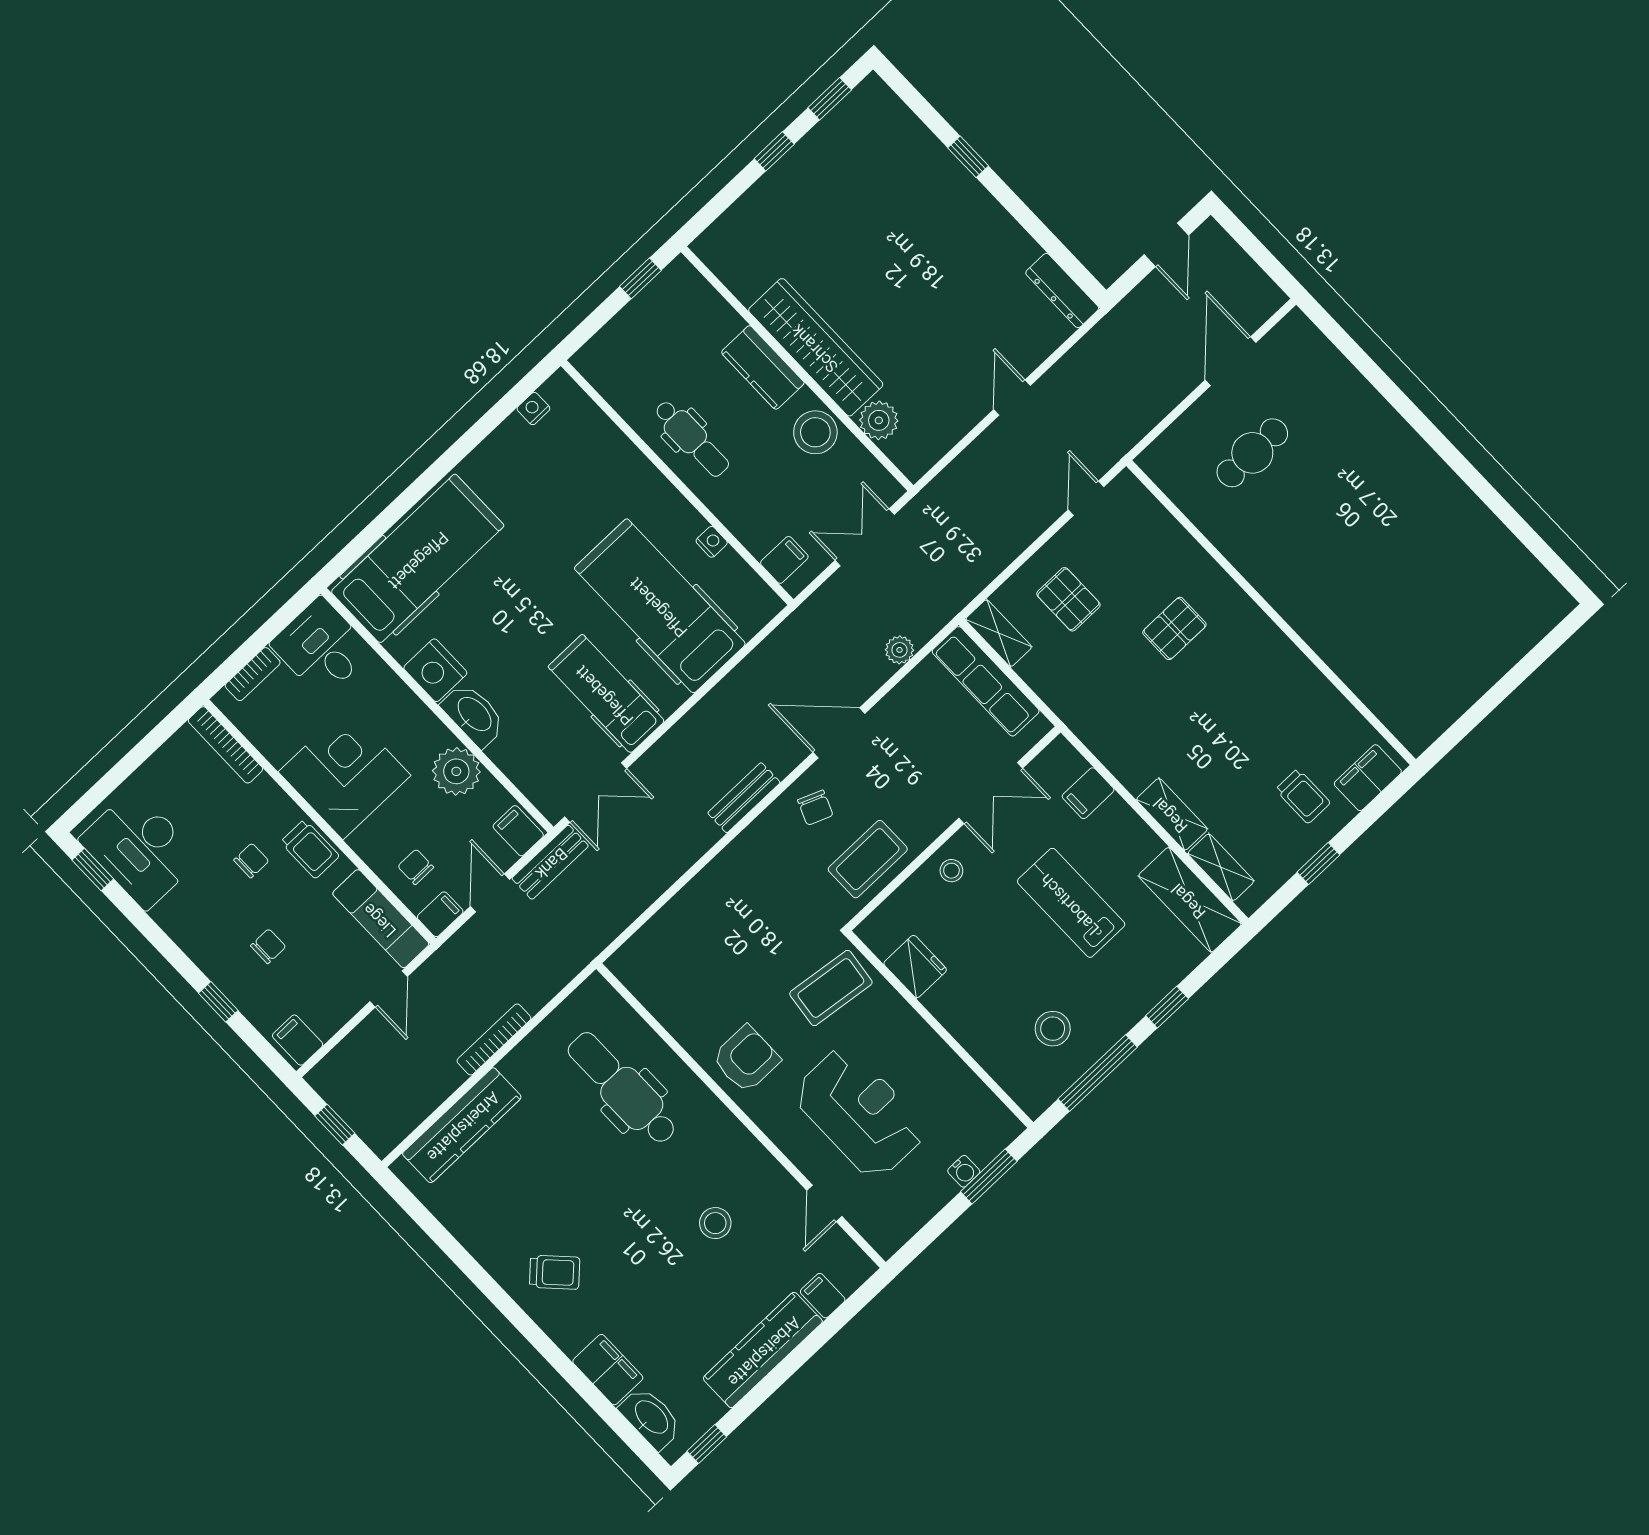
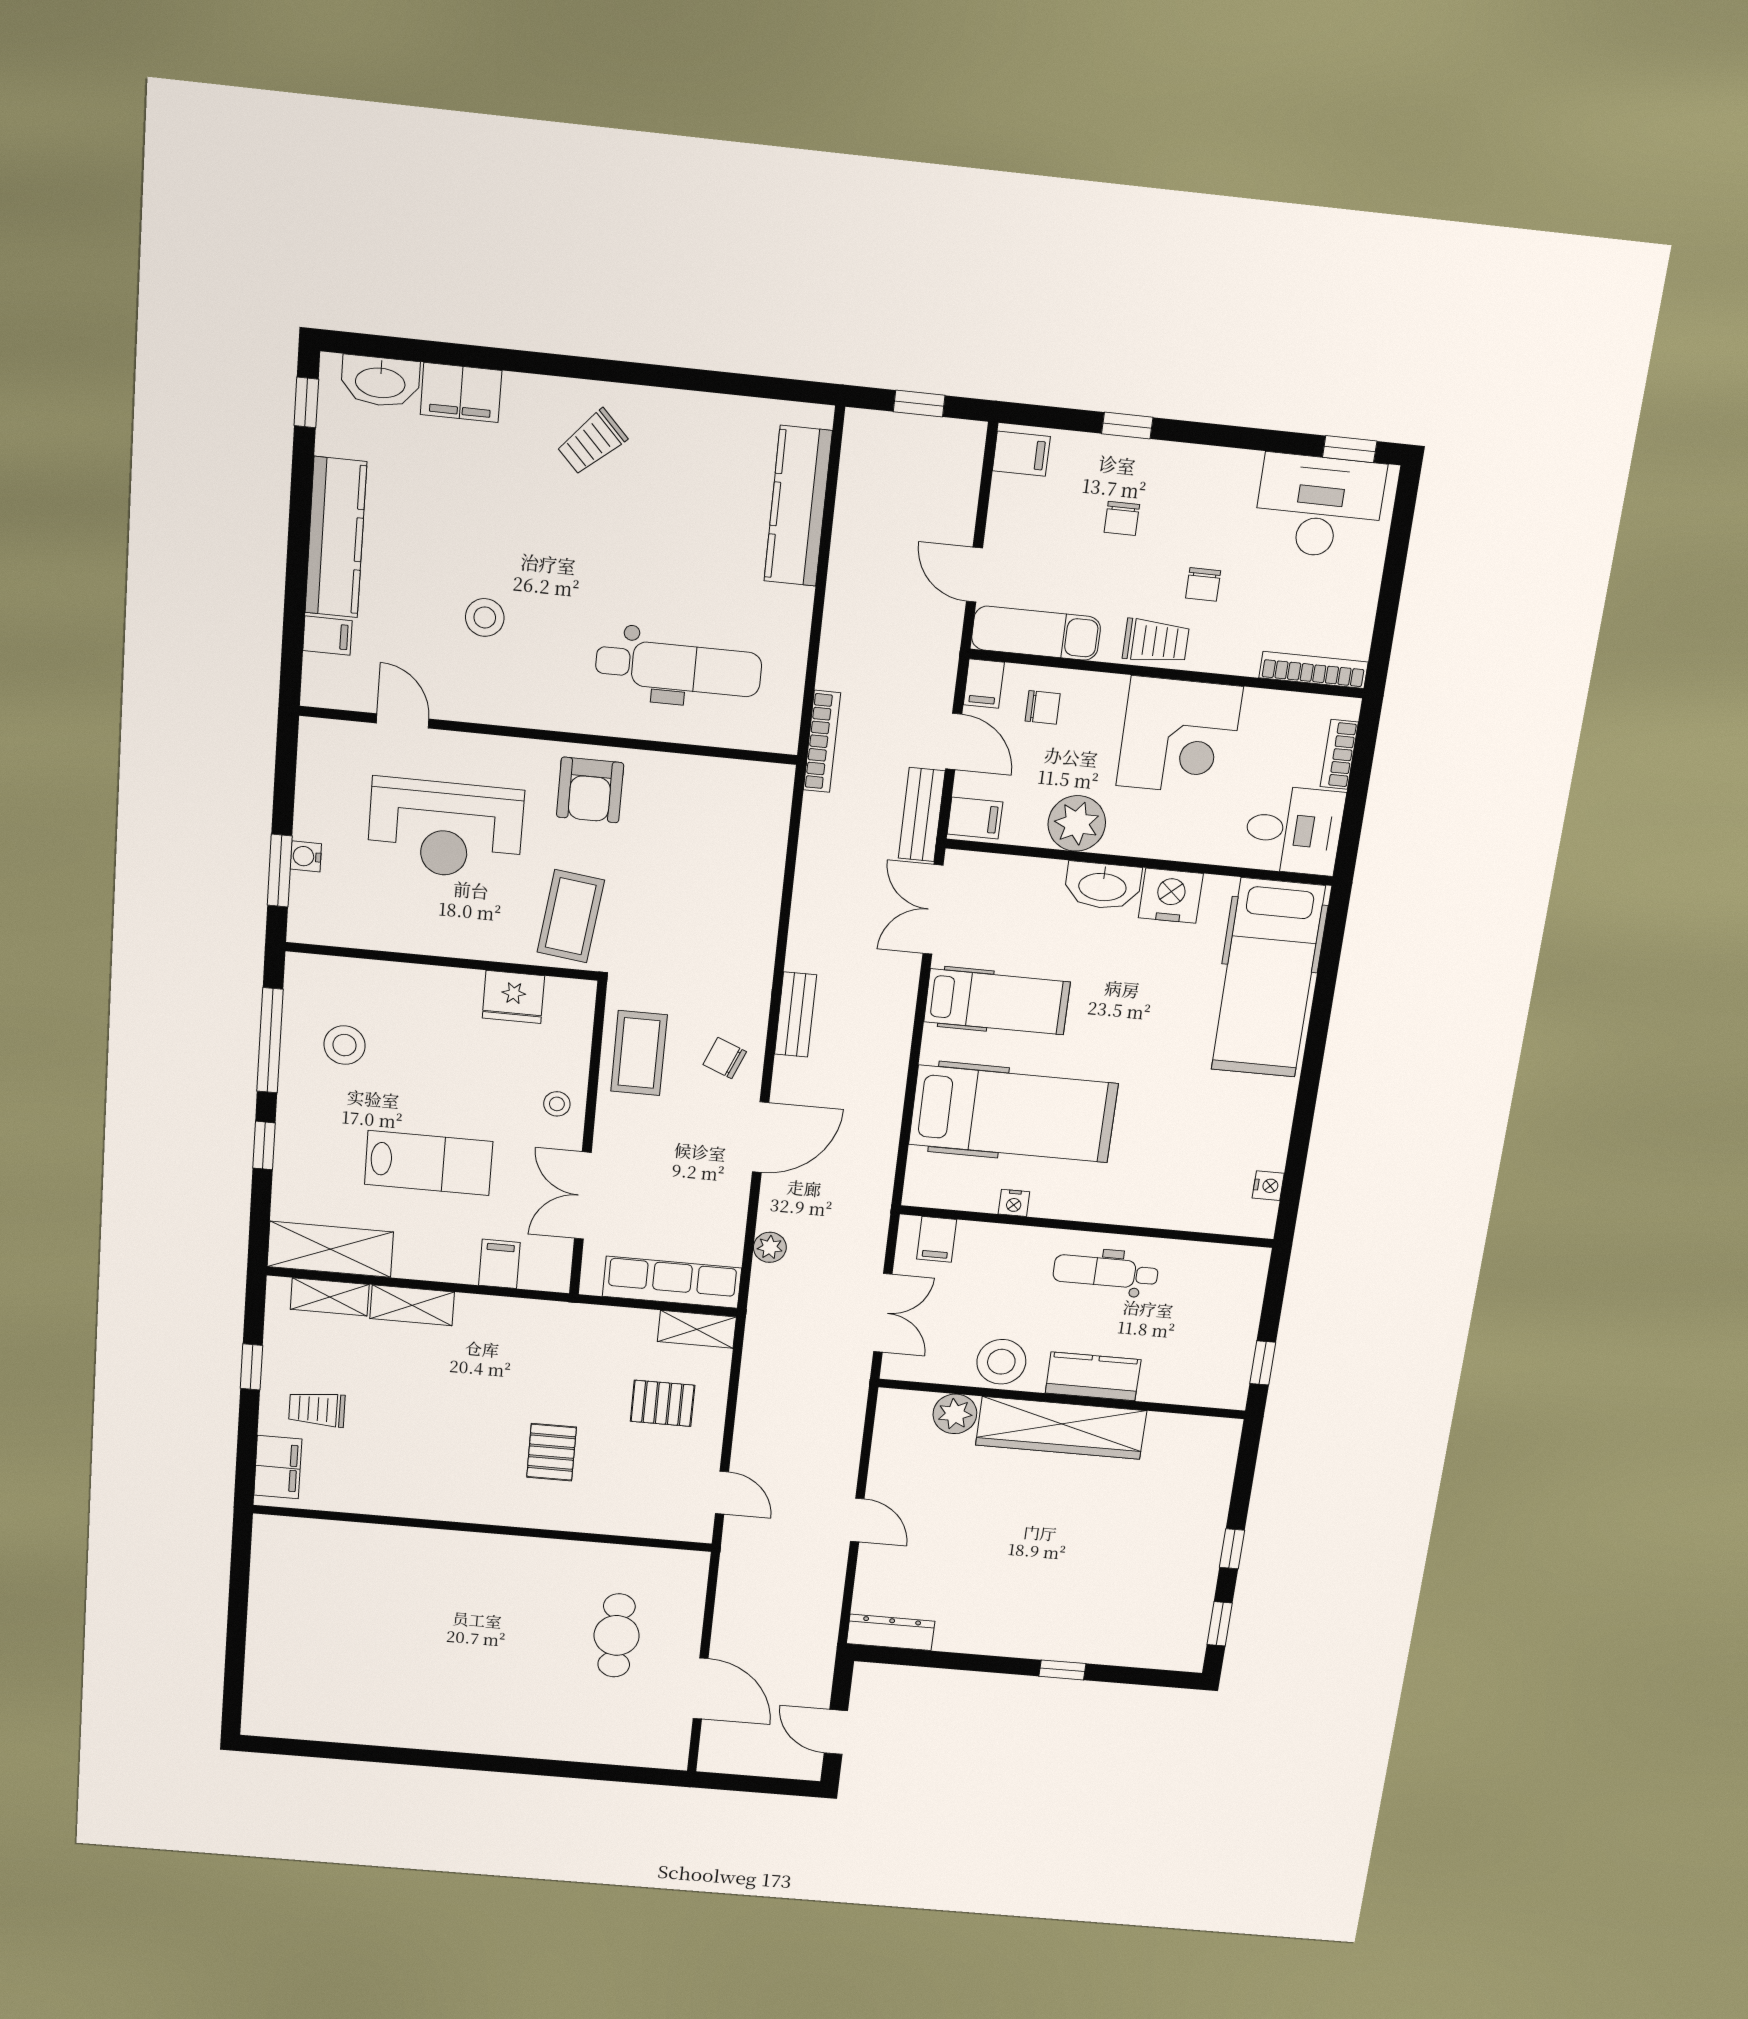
trolley: (310, 849) -> (1156, 641), turned 180
bookcase: (494, 1039) -> (822, 741), moved

